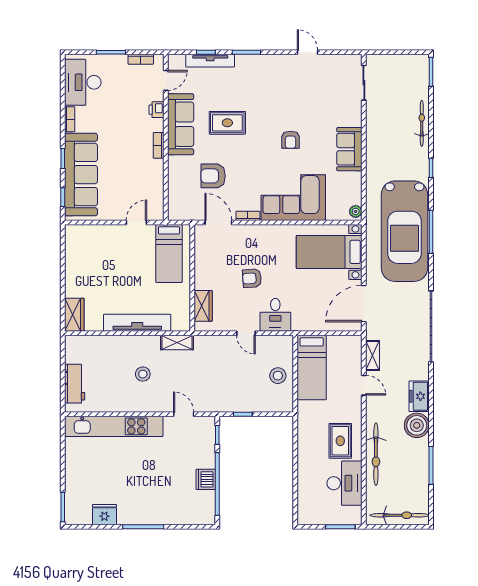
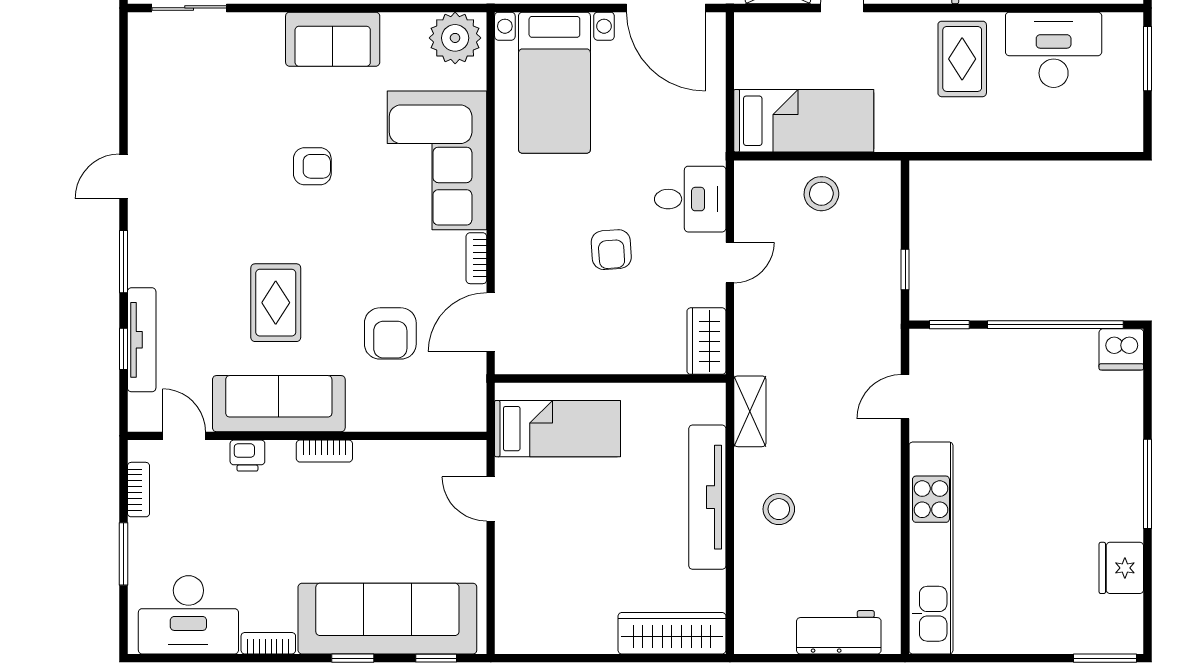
door: (307, 52) -> (124, 176), moved
plant: (356, 211) -> (455, 38), width x1.87, depth x1.87
wardrobe: (203, 306) -> (706, 341), moved, turned -90
wardrobe: (74, 315) -> (672, 633), width x1.50
stool: (143, 374) -> (779, 509), moved
rug: (340, 441) -> (962, 59), turned 90
dishwasher: (206, 479) -> (1121, 349), moved

